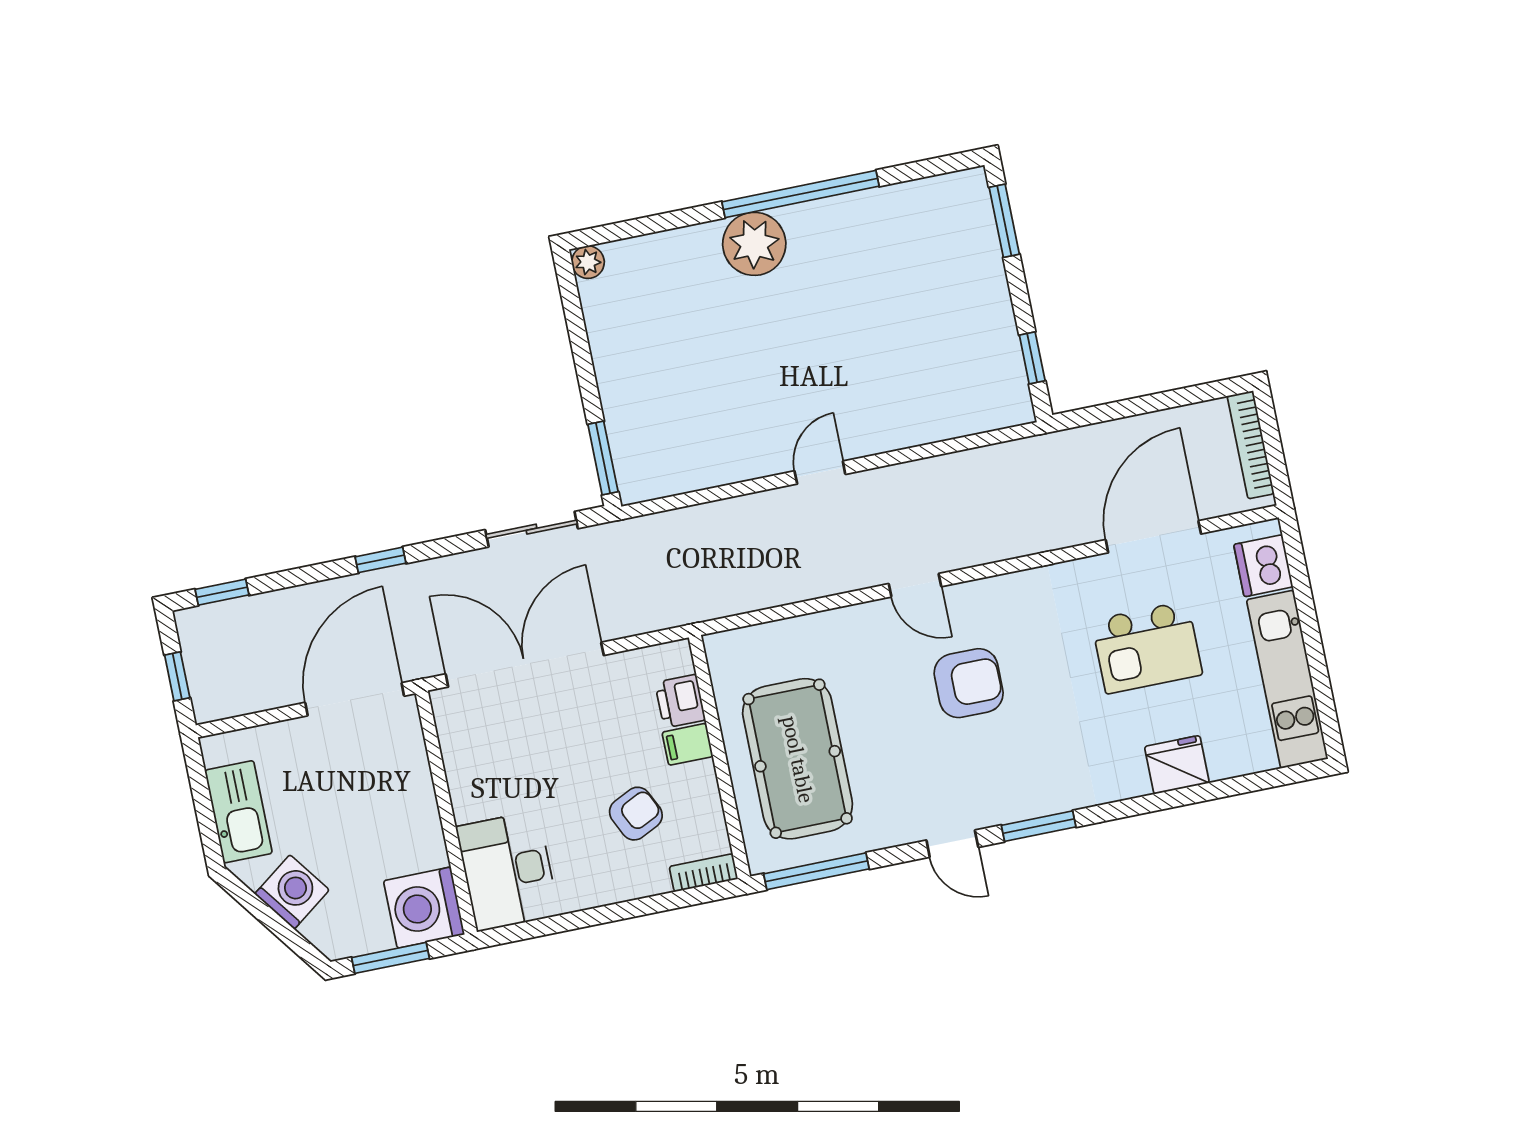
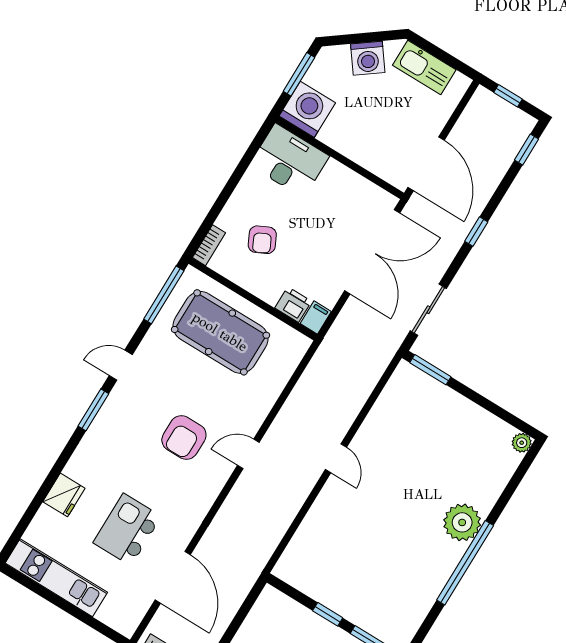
window: (1032, 358) -> (328, 614), moved
dishwasher: (1263, 566) -> (115, 613), removed
filing cabinet: (688, 744) -> (316, 318), moved

